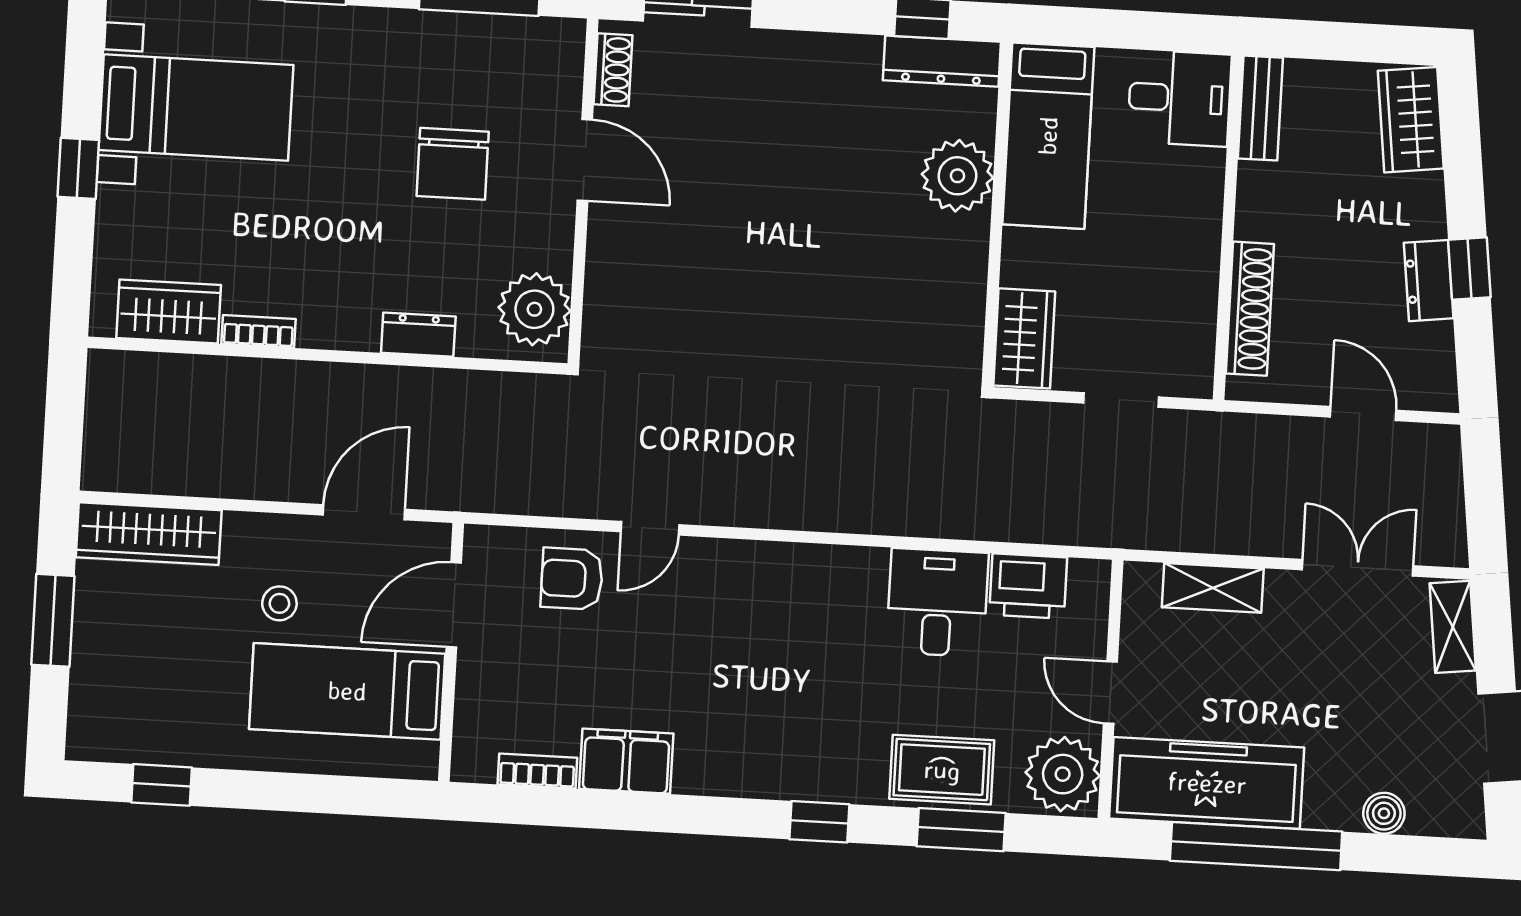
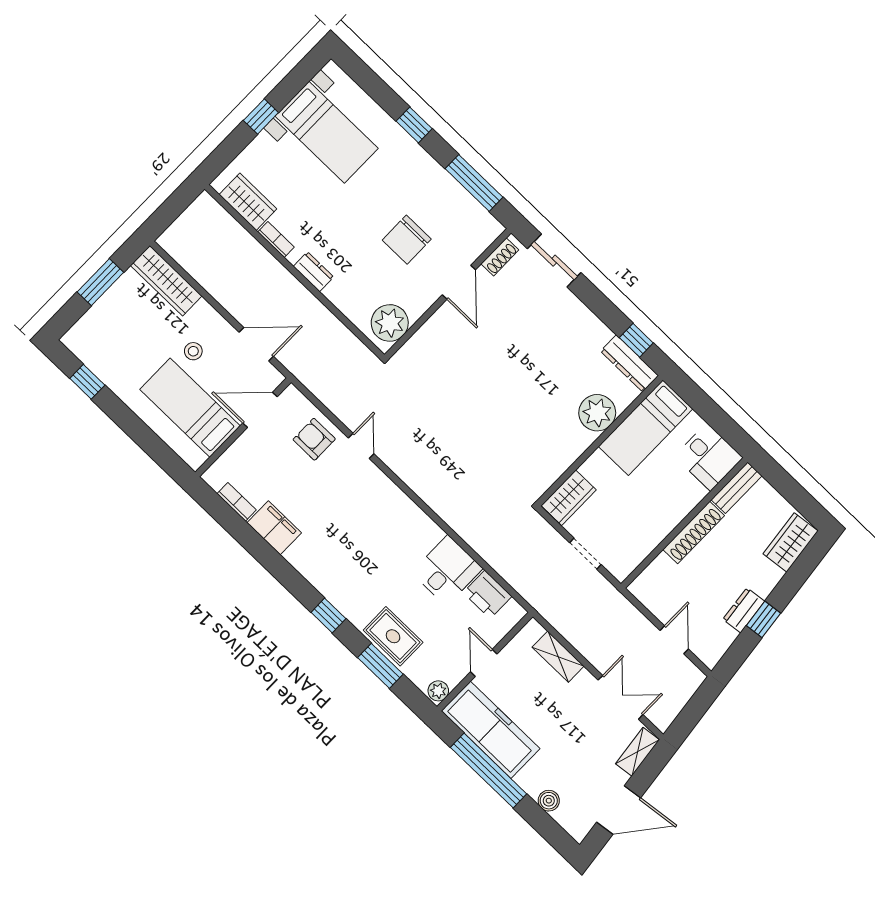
shoe rack: (1250, 309) -> (694, 533), moved
dresser: (418, 335) -> (313, 272), moved
door: (650, 528) -> (361, 446), swing flipped
plant: (1063, 774) -> (438, 691), width x0.53, depth x0.53

